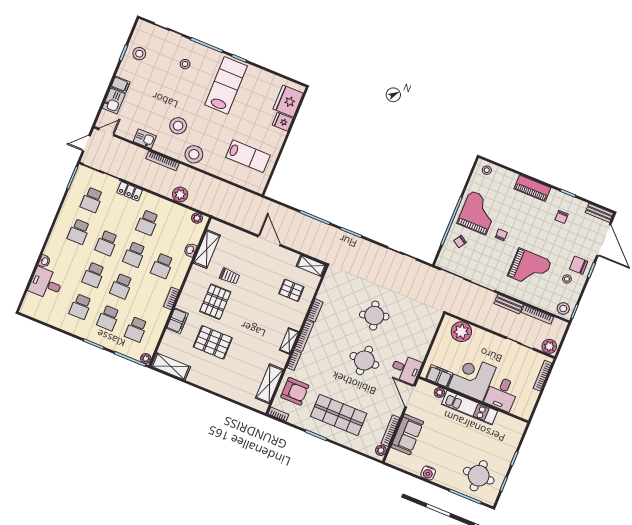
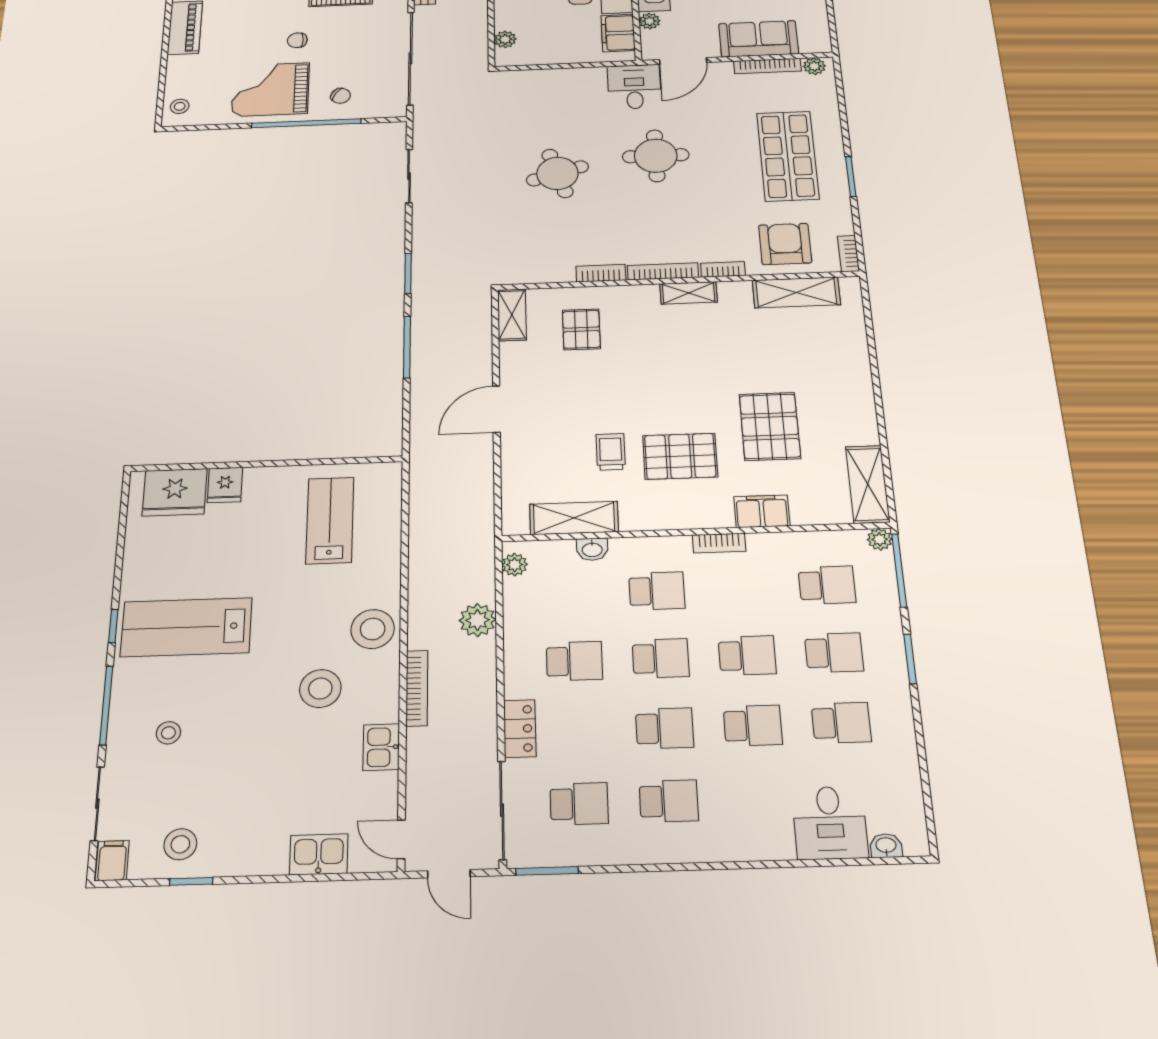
filing cabinet: (121, 84) -> (112, 861), moved
washbasin: (44, 261) -> (886, 846), moved
plant: (461, 332) -> (505, 39), width x0.53, depth x0.53

